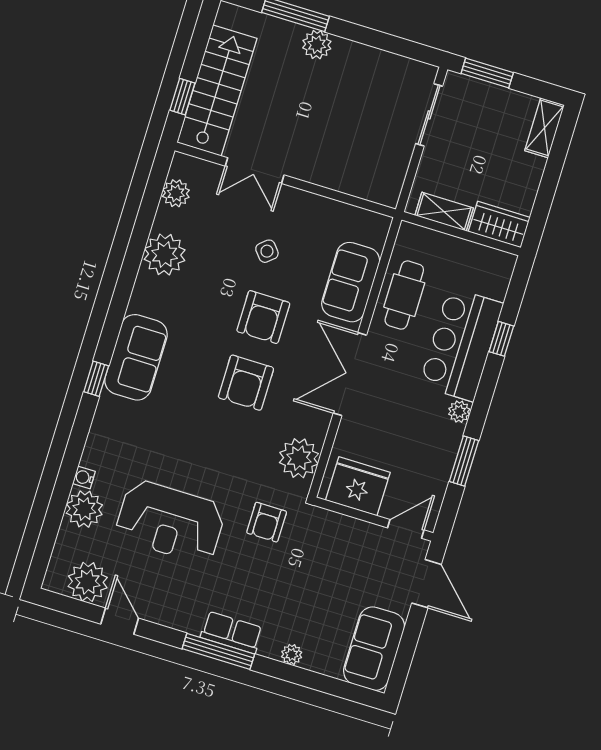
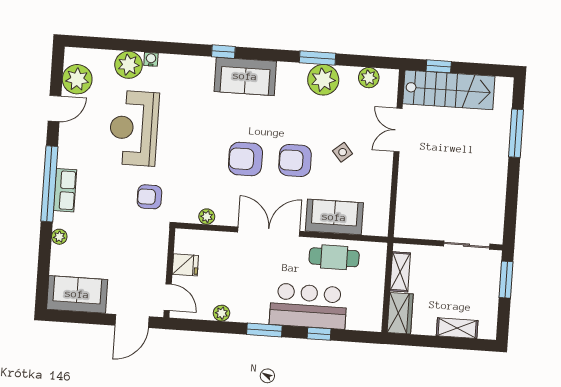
plant: (317, 45) -> (498, 153), removed
shelving: (544, 128) -> (457, 328), moved
window: (134, 255) -> (318, 58), added
plant: (459, 412) -> (221, 313), moved
plant: (299, 458) -> (207, 217), width x0.53, depth x0.53
window: (464, 461) -> (264, 330), moved
fridge: (358, 486) -> (185, 265), width x0.53, depth x0.75
window: (218, 651) -> (49, 184), width x1.46

